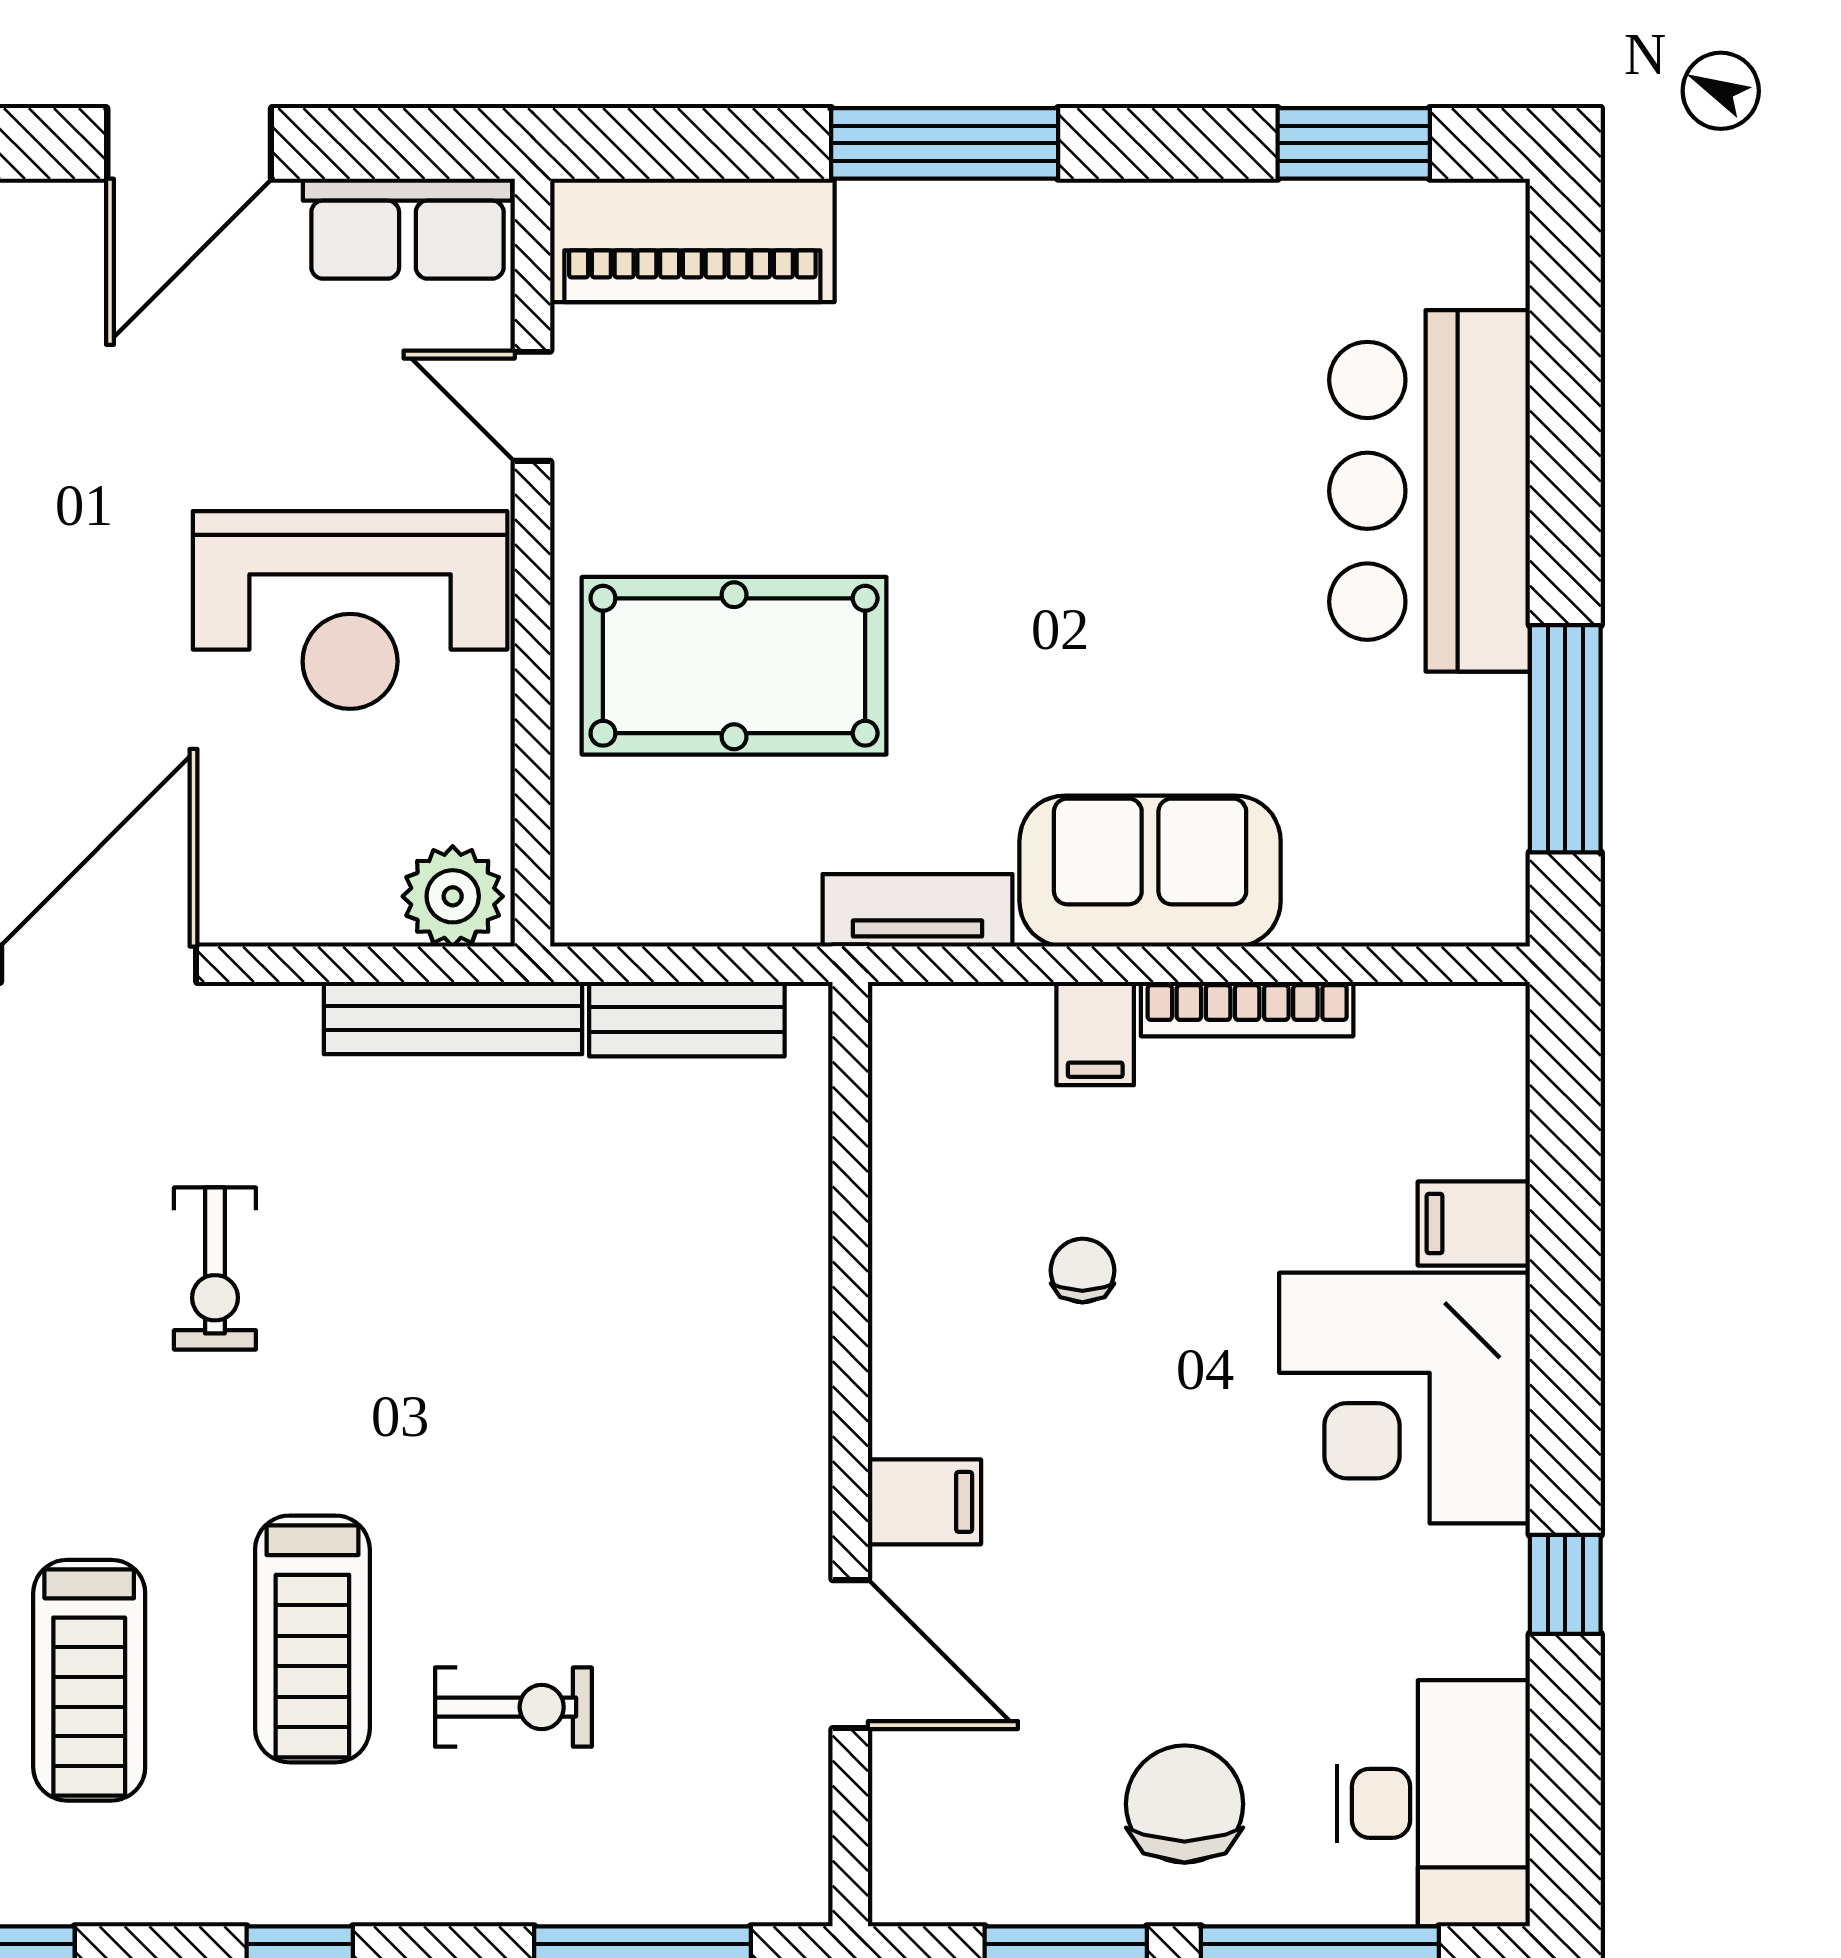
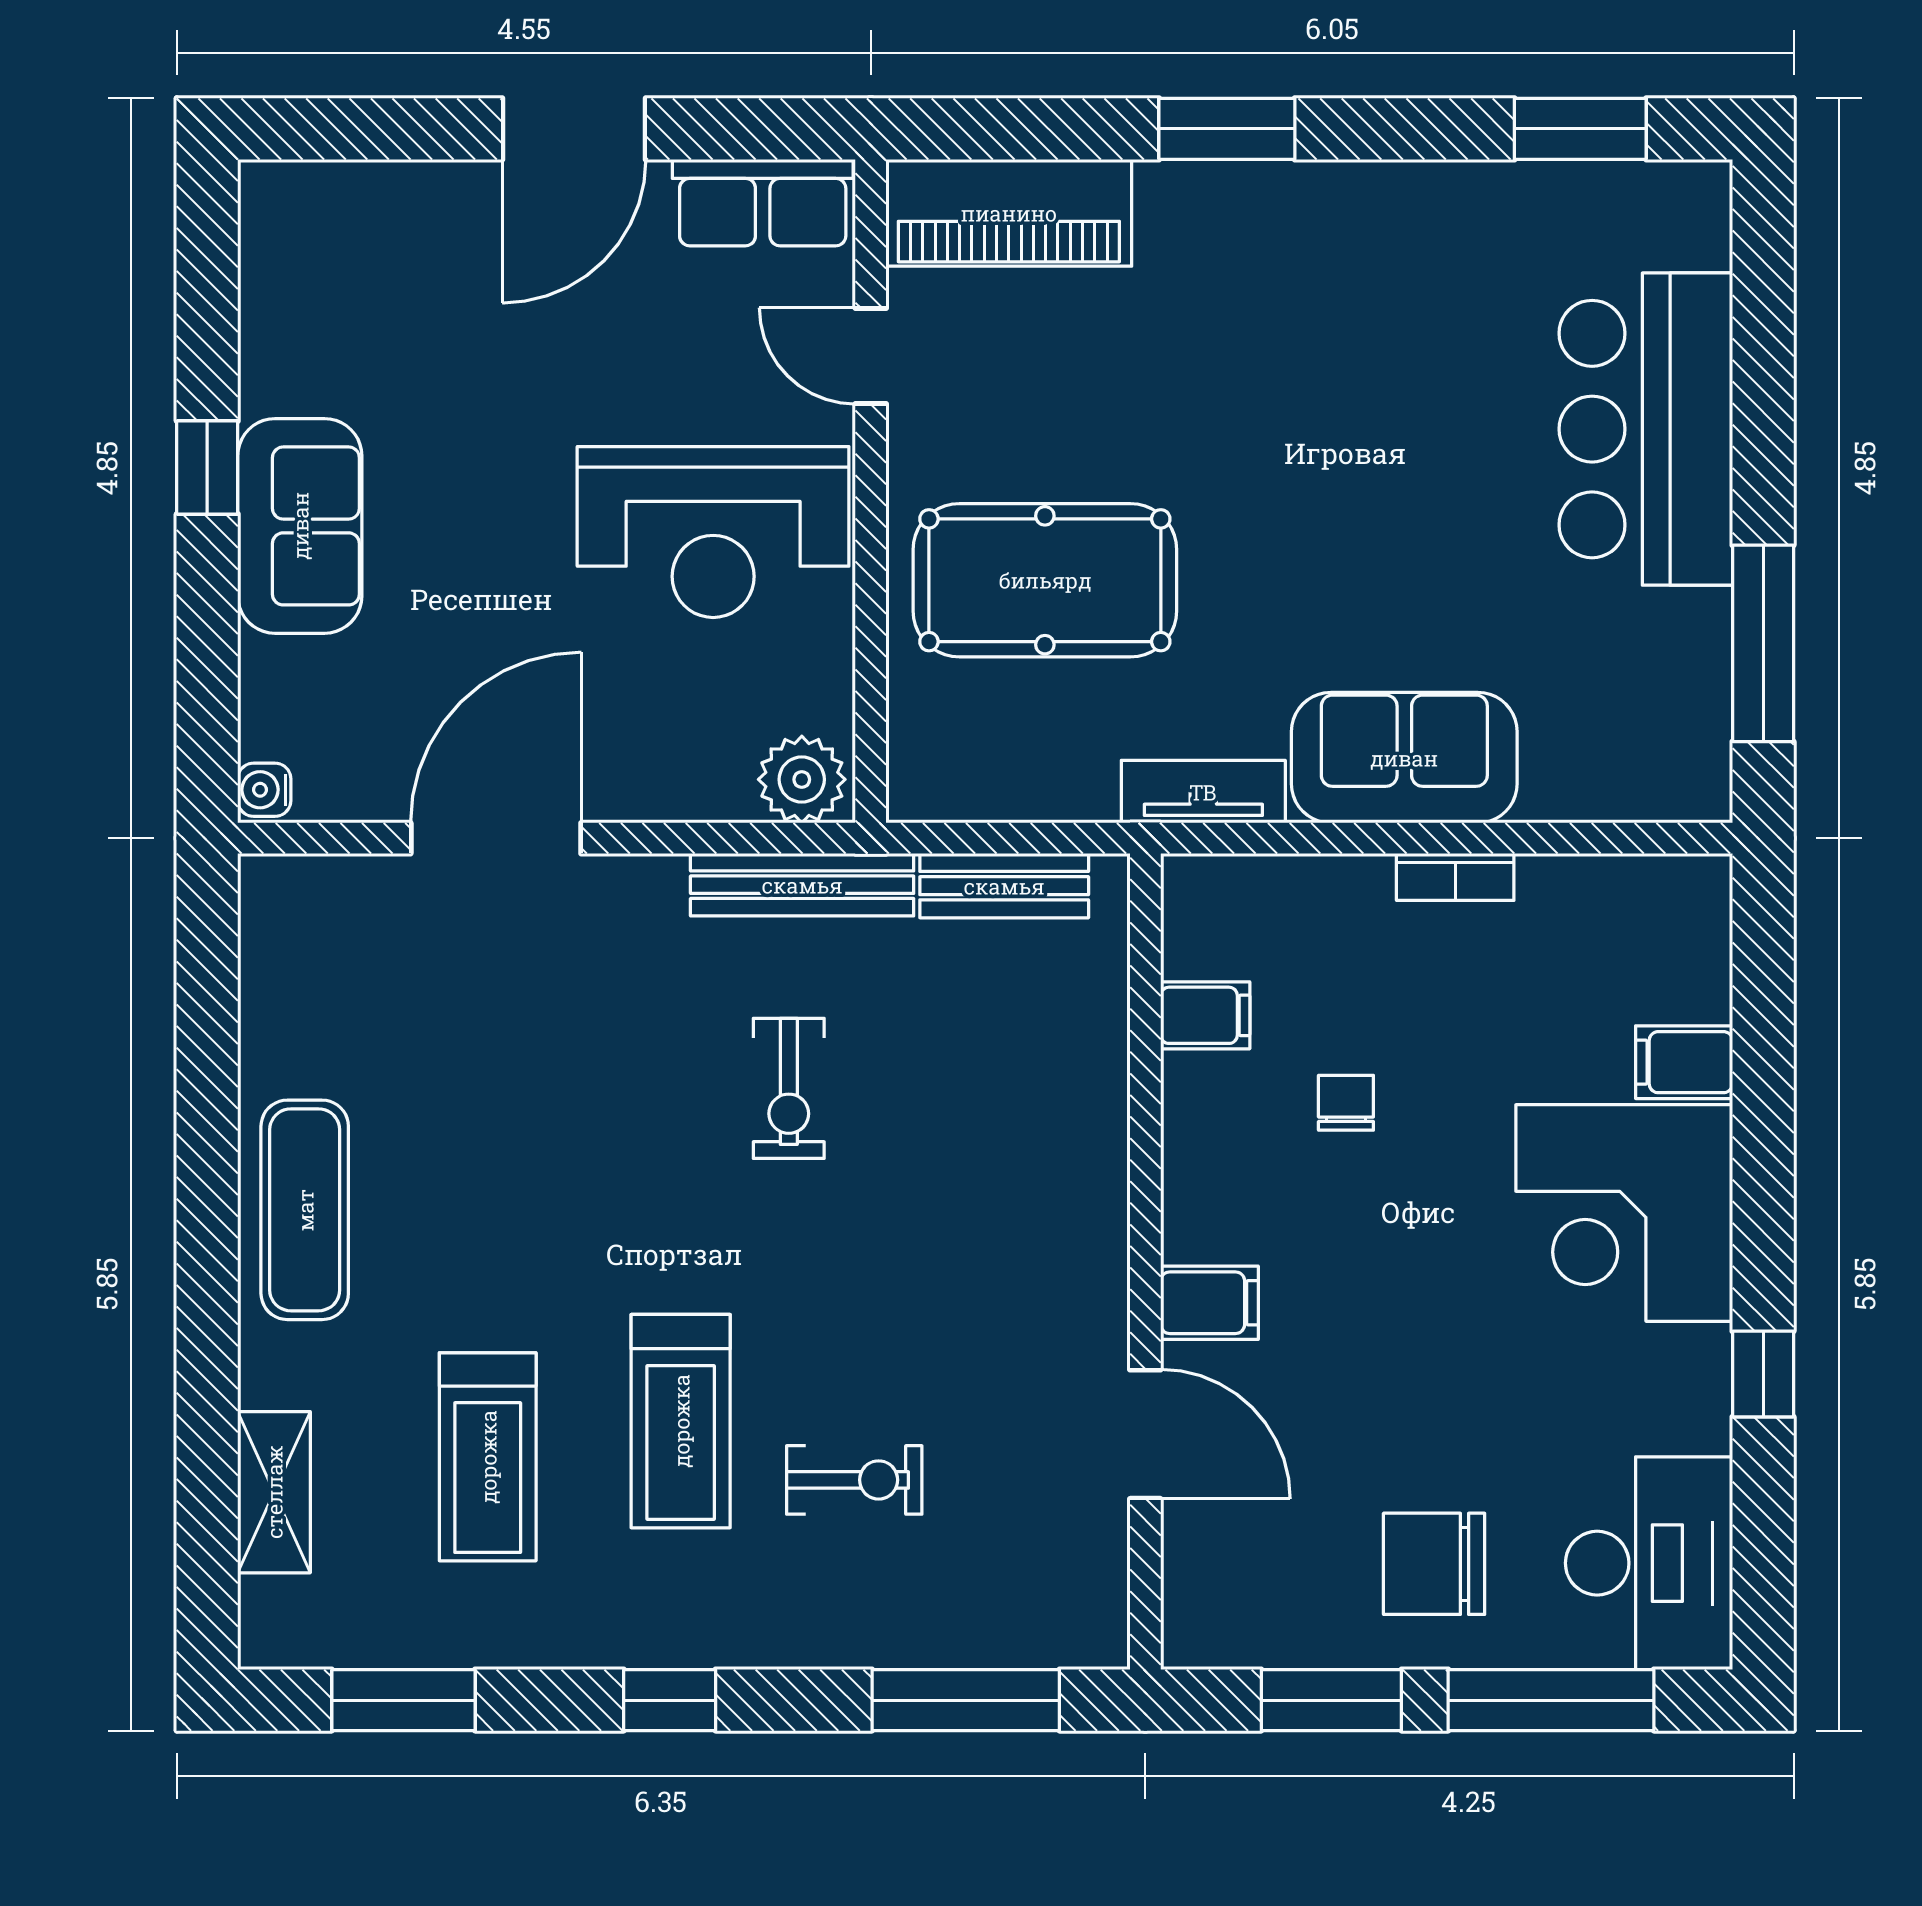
window: (945, 143) -> (1227, 129), width x0.69
bookcase: (1247, 1009) -> (1455, 877), width x0.64
filing cabinet: (1095, 1034) -> (1205, 1015), moved, turned -90
exercise bike: (215, 1269) -> (789, 1088), moved
chair: (1185, 1804) -> (1434, 1564), turned -90

